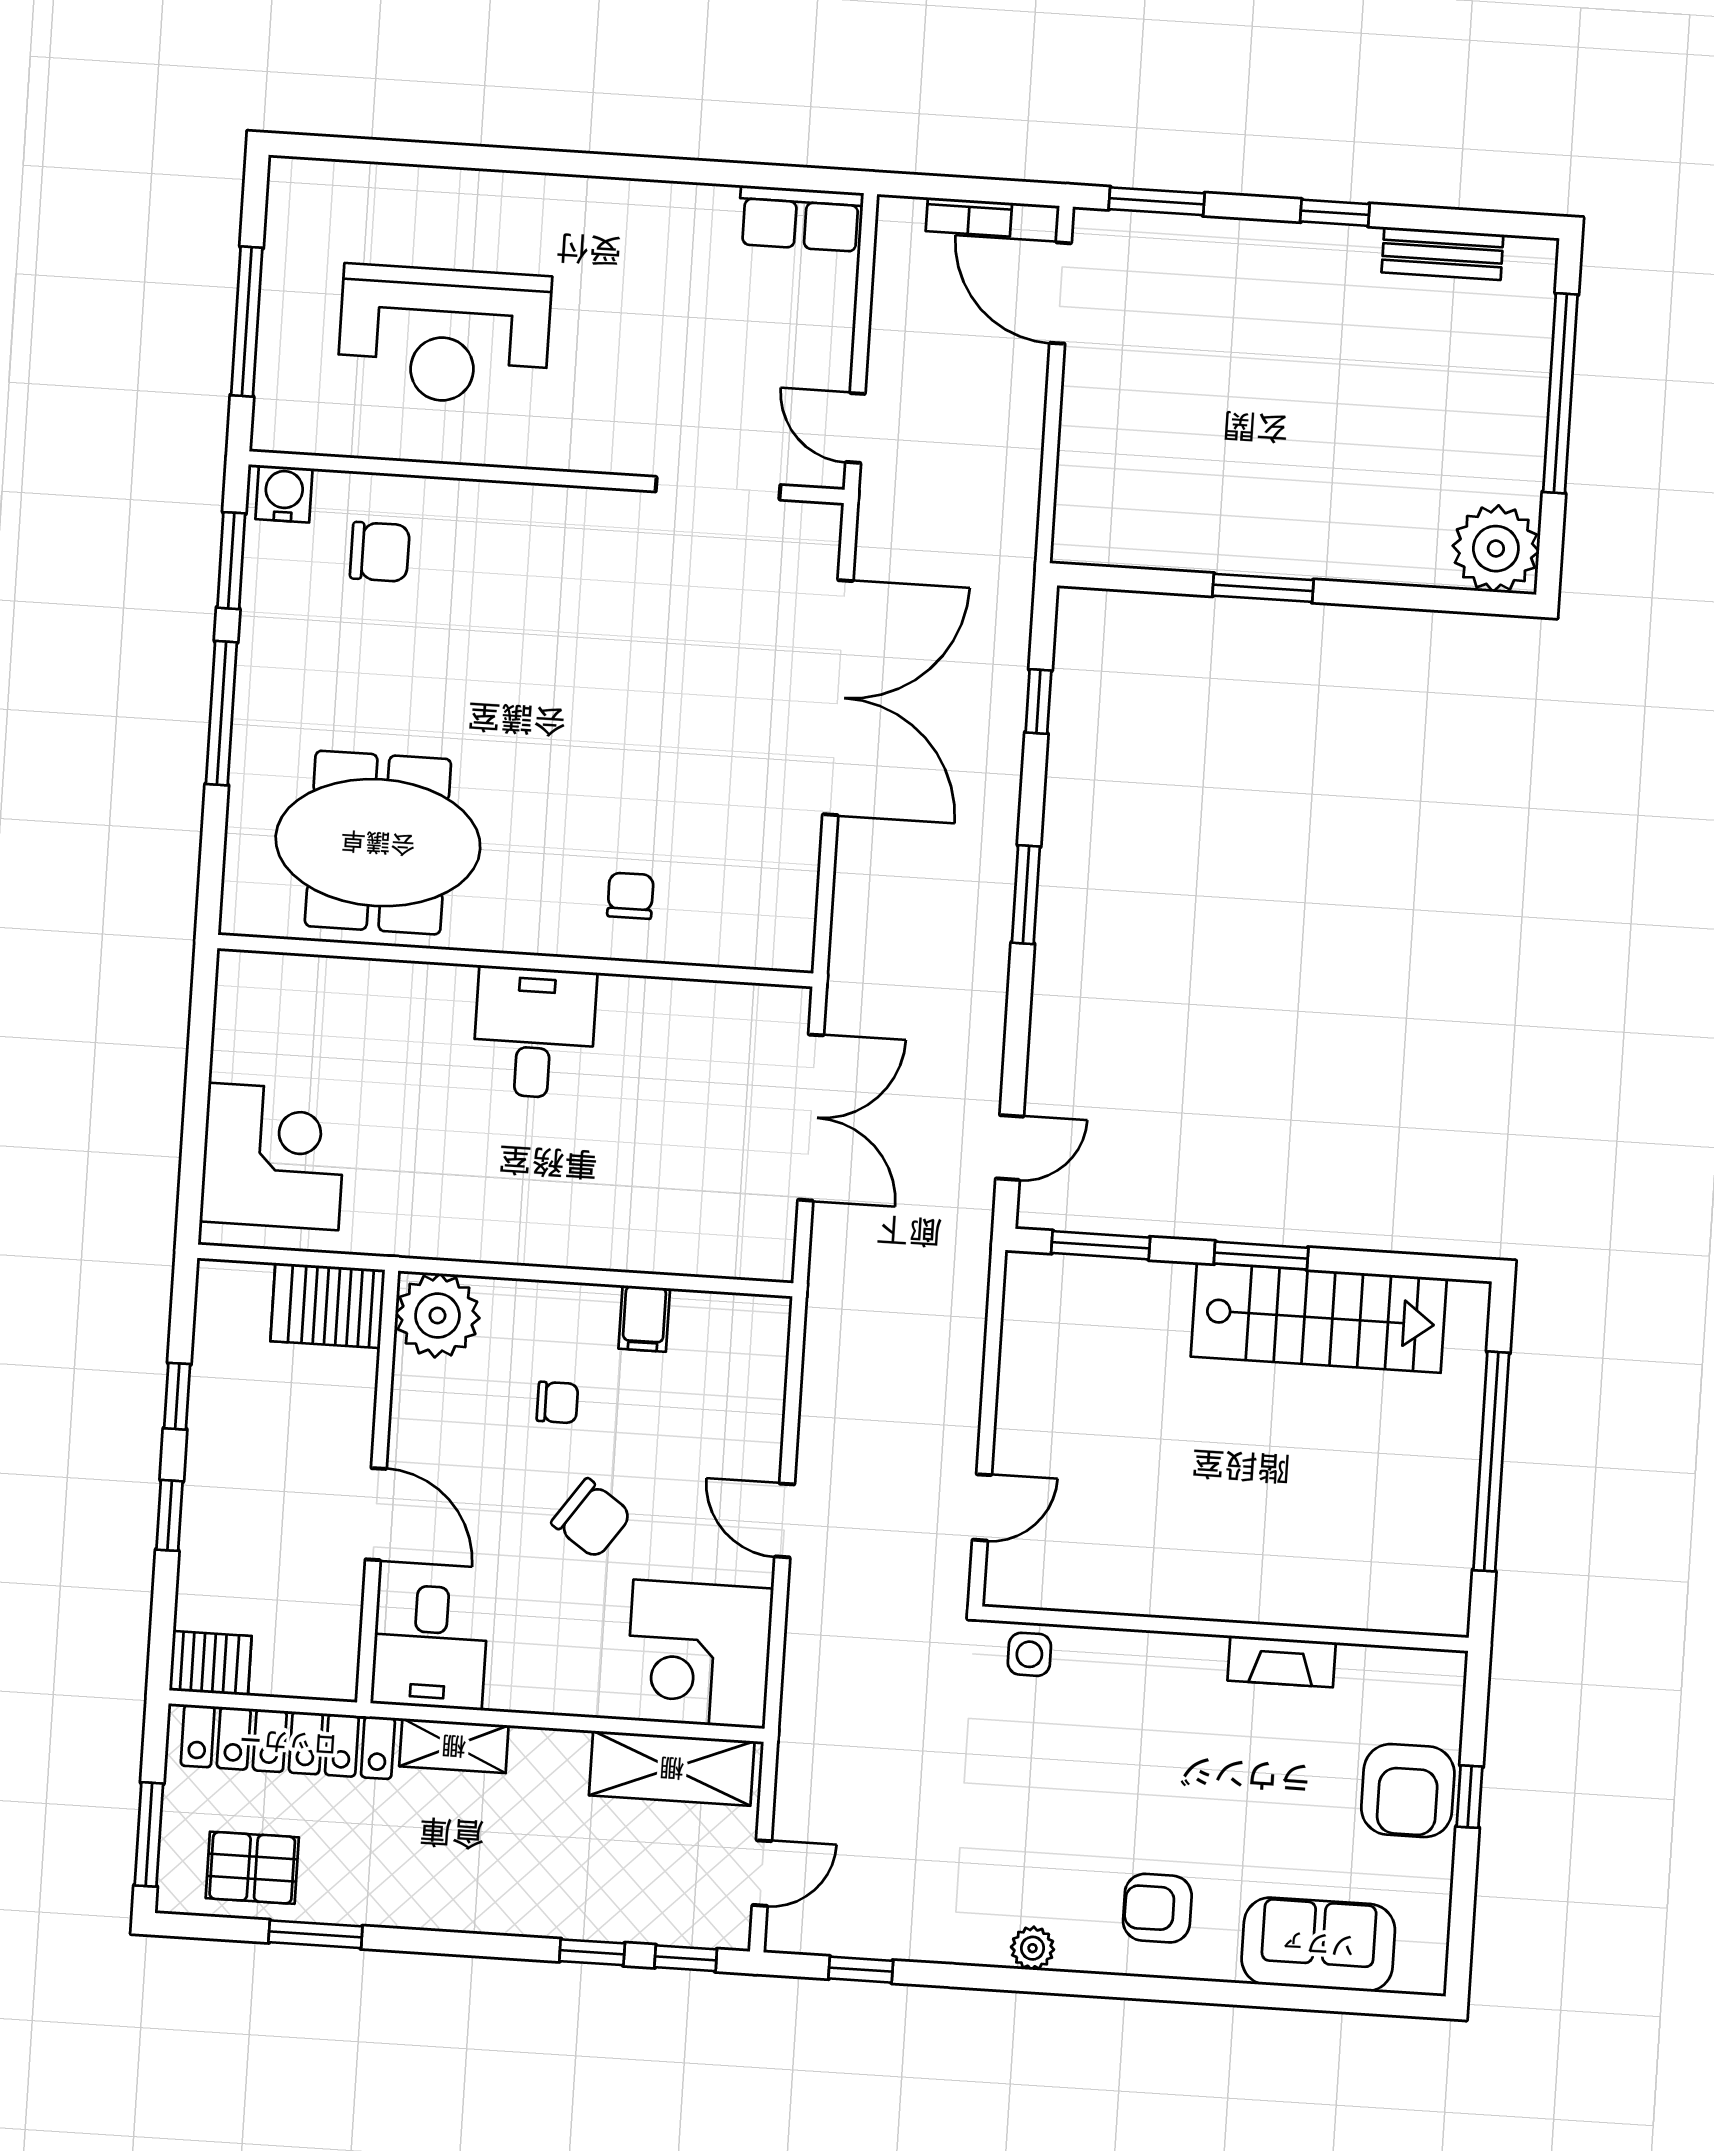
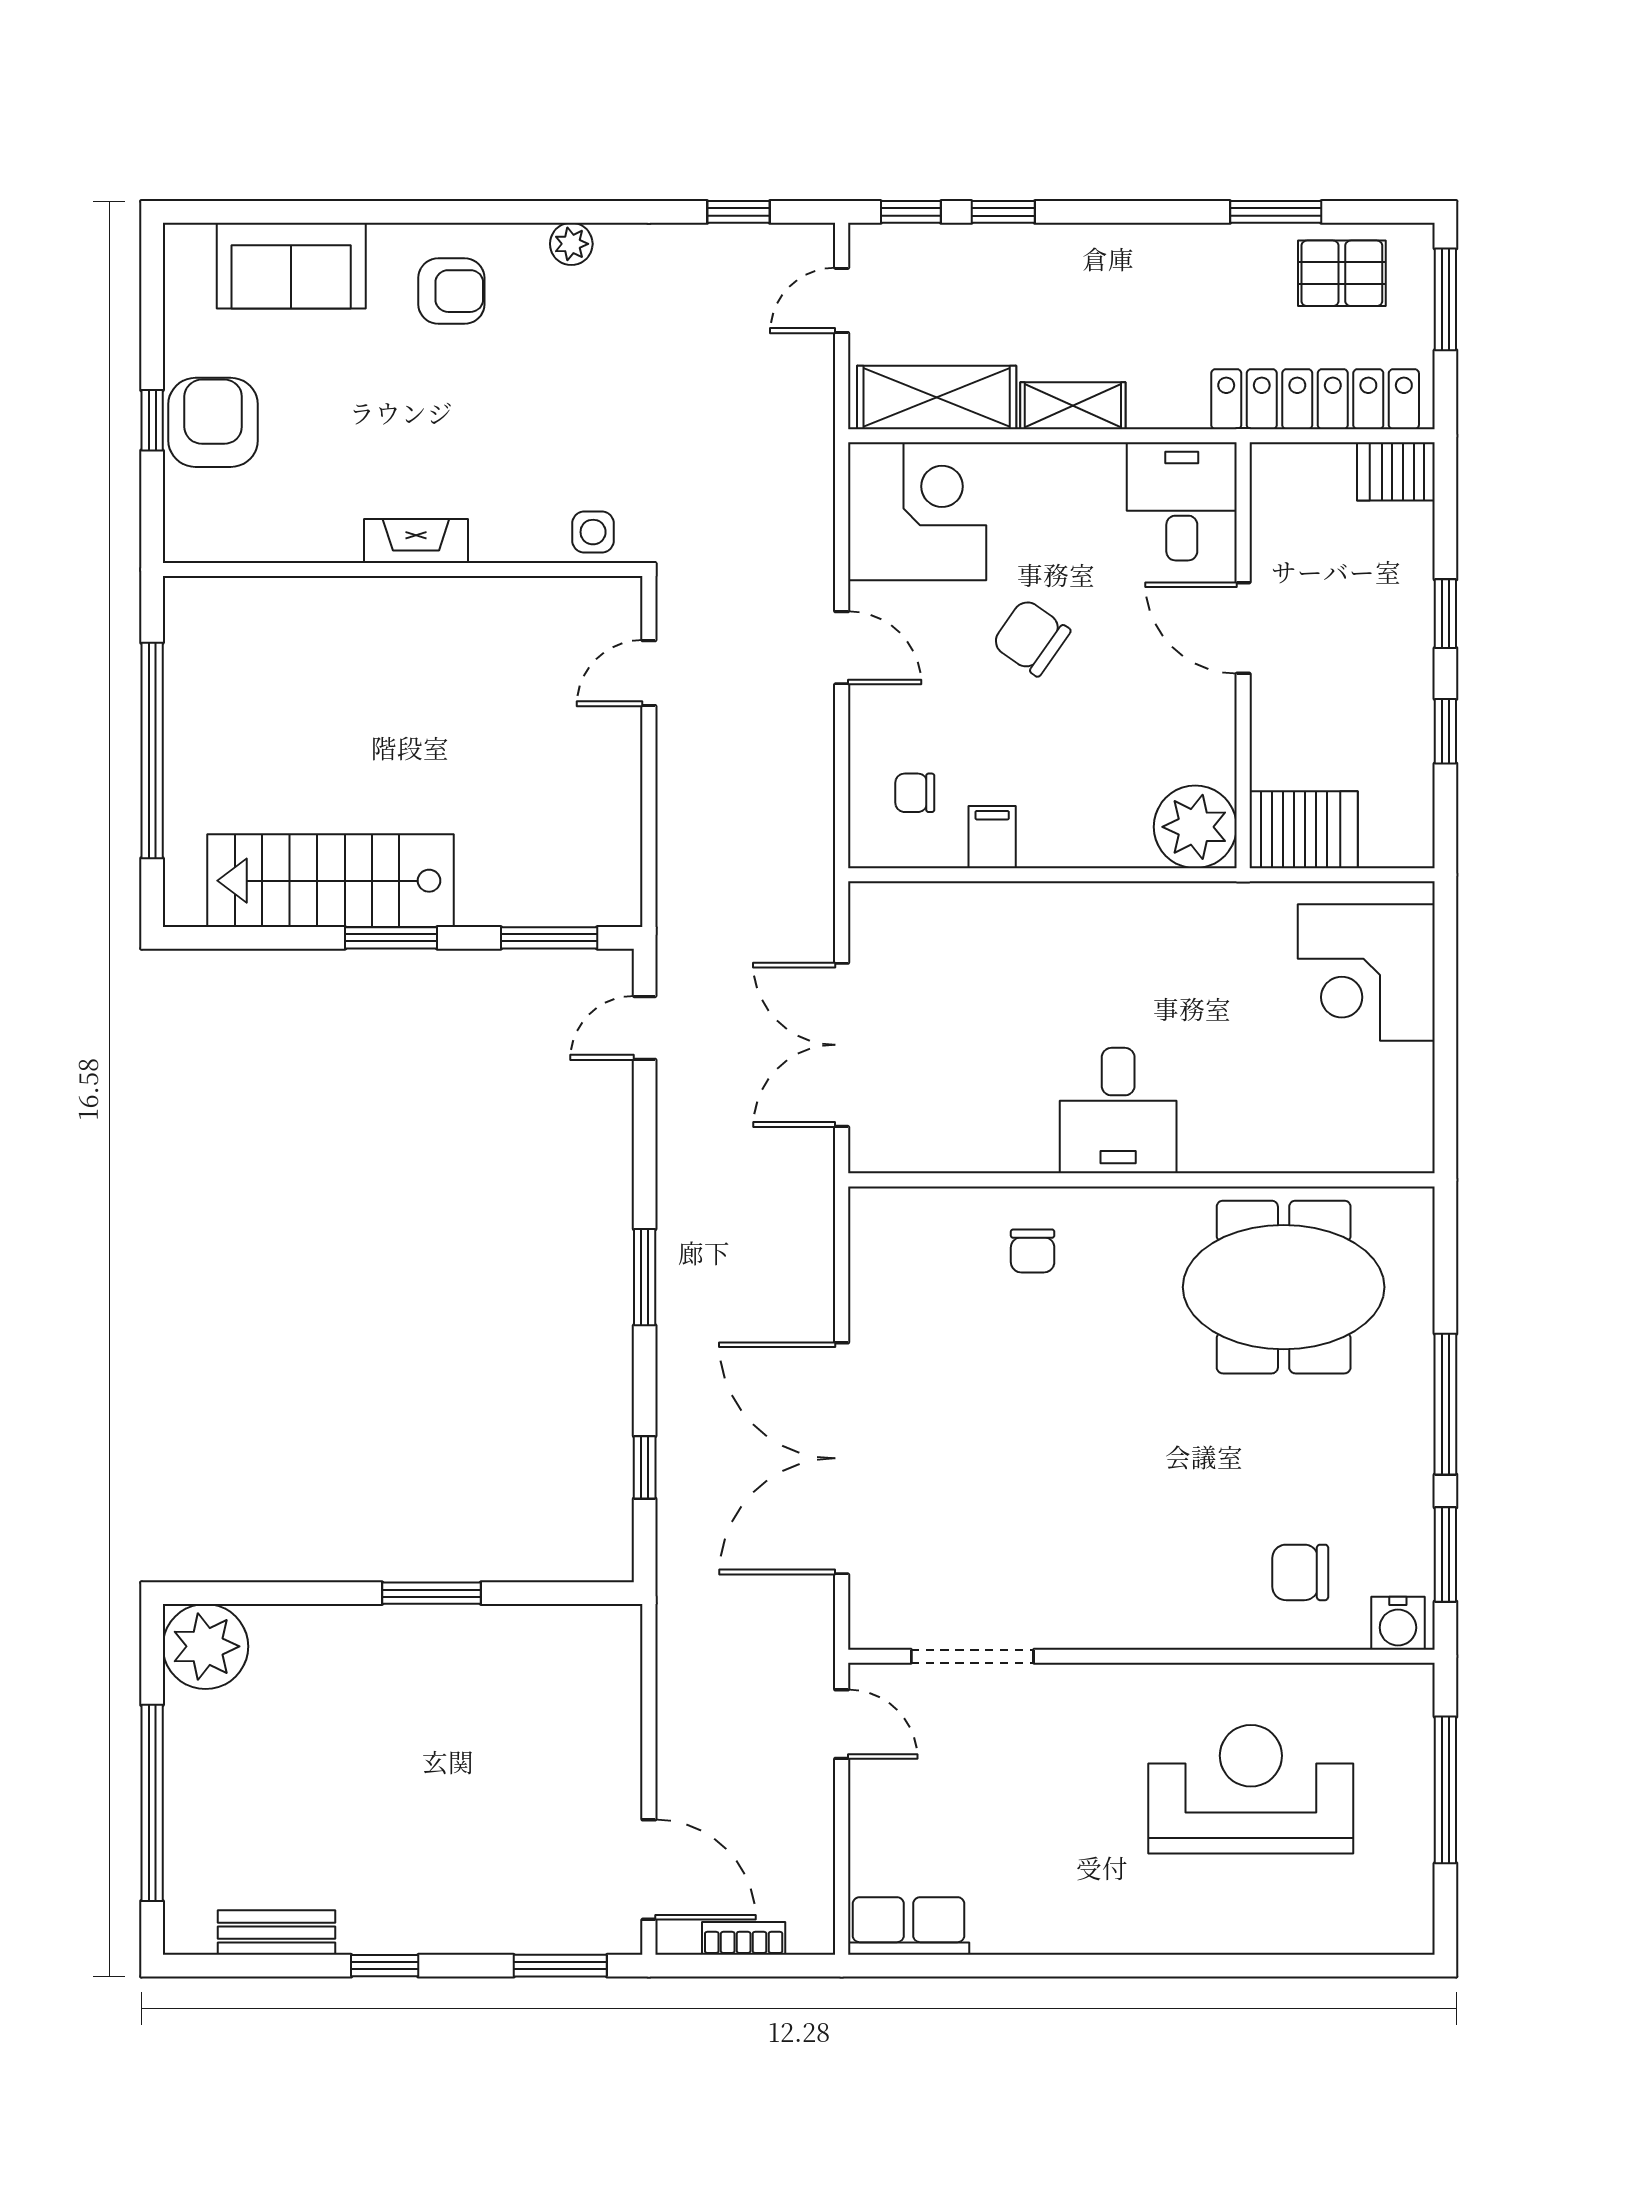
chair: (557, 1402) -> (915, 793), moved
fireplace: (1282, 1662) -> (416, 541), moved
shelving: (454, 1746) -> (1073, 406), moved

